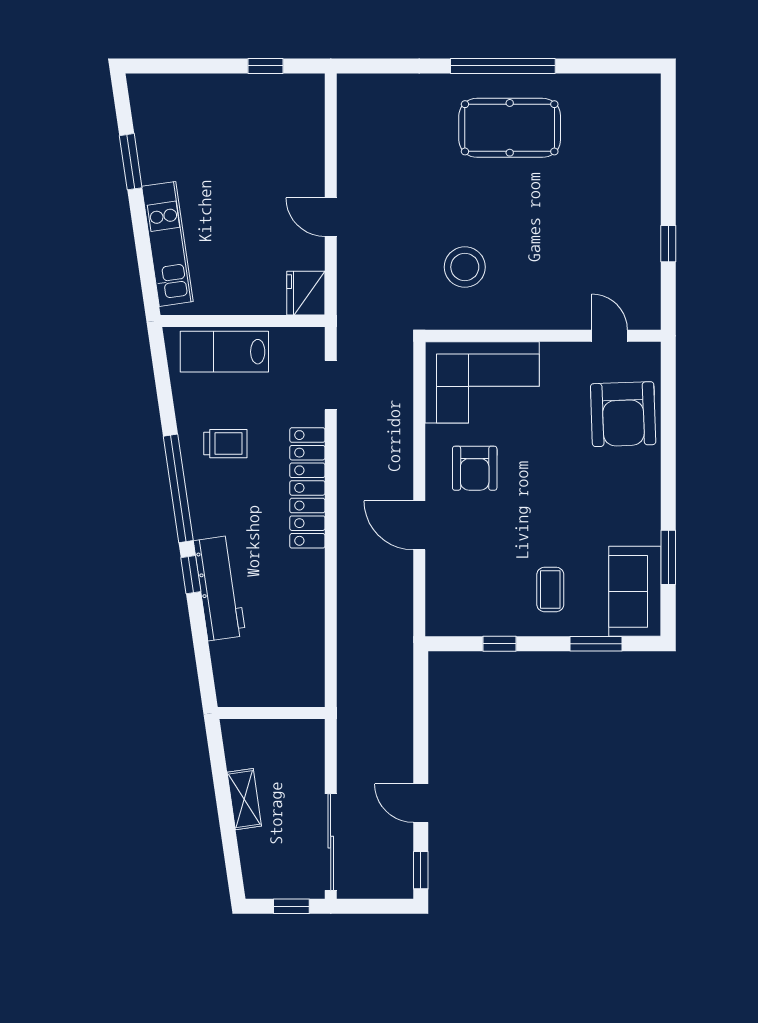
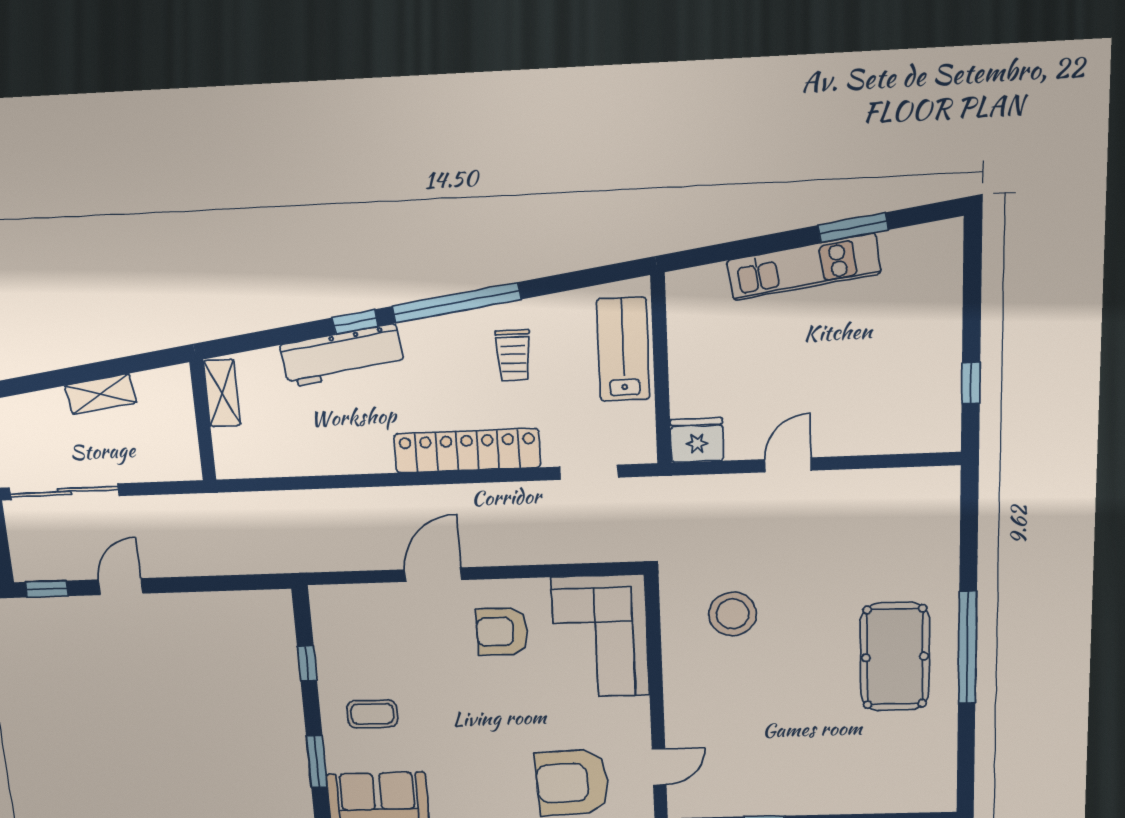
kitchen unit: (167, 244) -> (804, 267), moved
shelving: (248, 694) -> (222, 393), added

